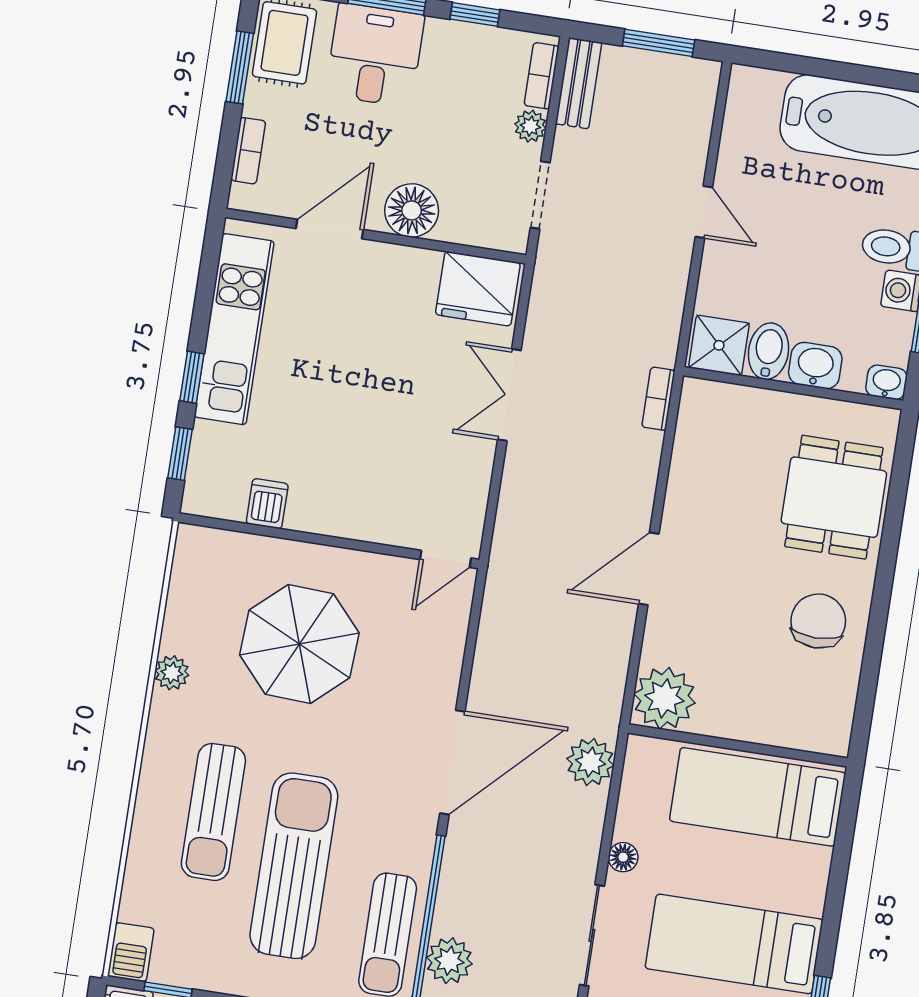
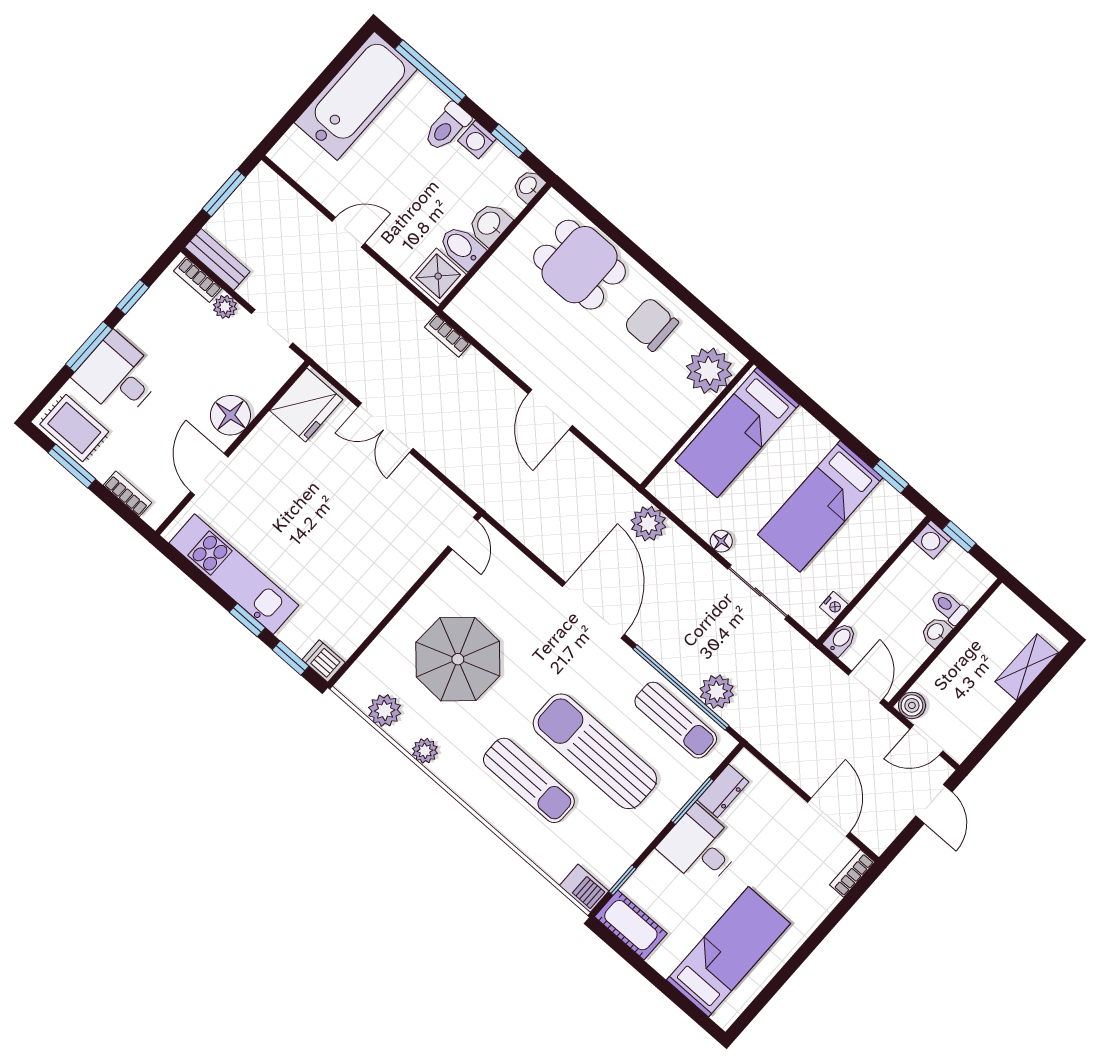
dishwasher: (267, 504) -> (324, 661), moved
plant: (188, 598) -> (385, 711), added
plant: (664, 698) -> (709, 371), moved

